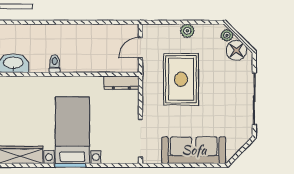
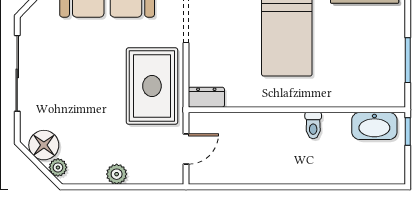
rug: (181, 79) -> (152, 86), moved
dresser: (121, 83) -> (206, 97), width x0.70

